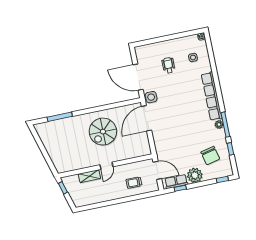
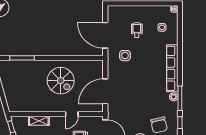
side table: (151, 97) -> (125, 56), moved
door: (147, 118) -> (105, 91), moved
spiral stairs: (103, 132) -> (61, 81), turned -90
door: (106, 166) -> (72, 114), moved

